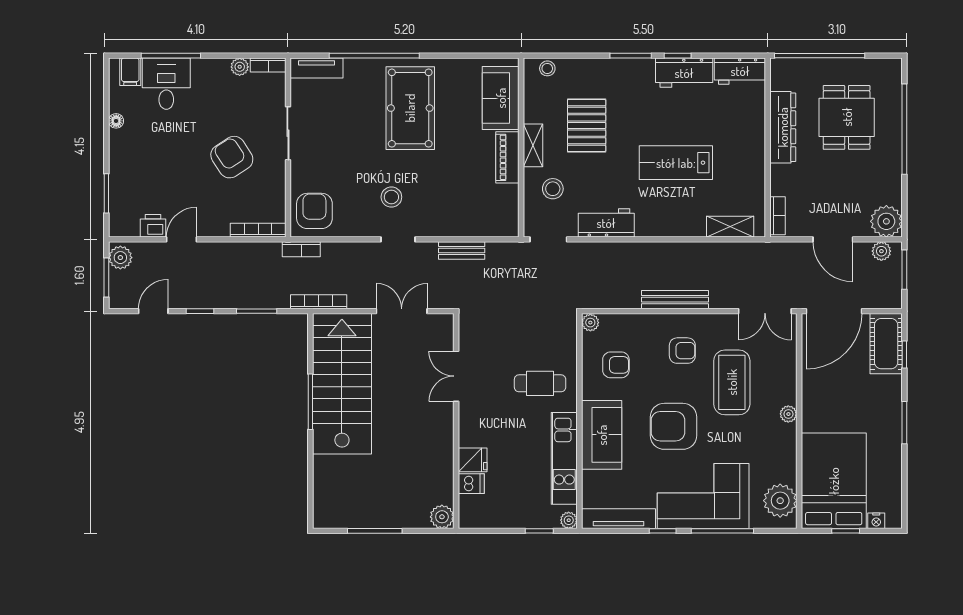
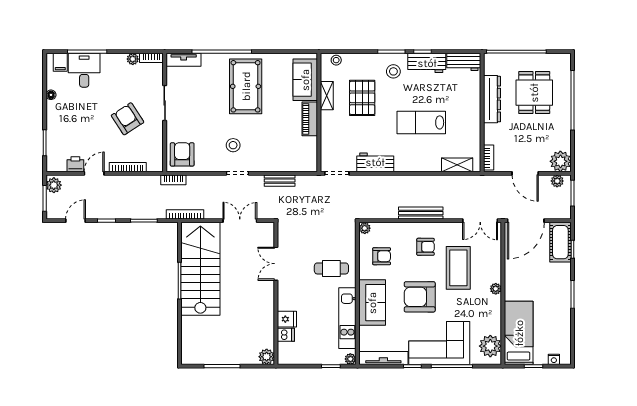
shelving: (533, 145) -> (327, 96), moved
stool: (553, 189) -> (393, 71), moved
bookcase: (258, 230) -> (128, 167), moved
bed: (834, 481) -> (519, 333), width x0.67

